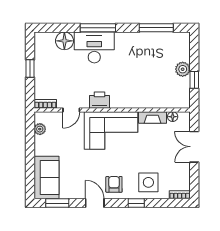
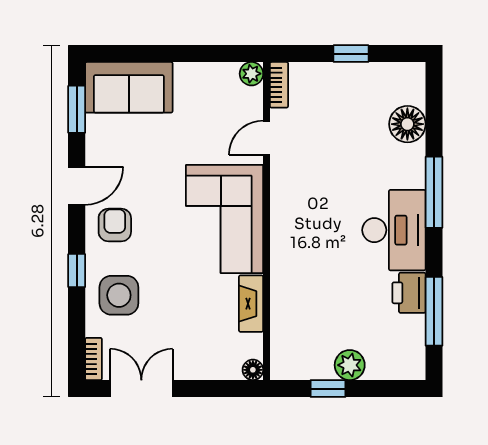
desk: (94, 48) -> (394, 230), moved
printer: (100, 100) -> (409, 293), moved, turned 180
door: (71, 110) -> (267, 138), hinge flipped
floor lamp: (173, 117) -> (253, 370), moved
plant: (40, 129) -> (251, 74), moved
double door: (194, 147) -> (141, 389), moved
armchair: (114, 184) -> (115, 225), turned -90

